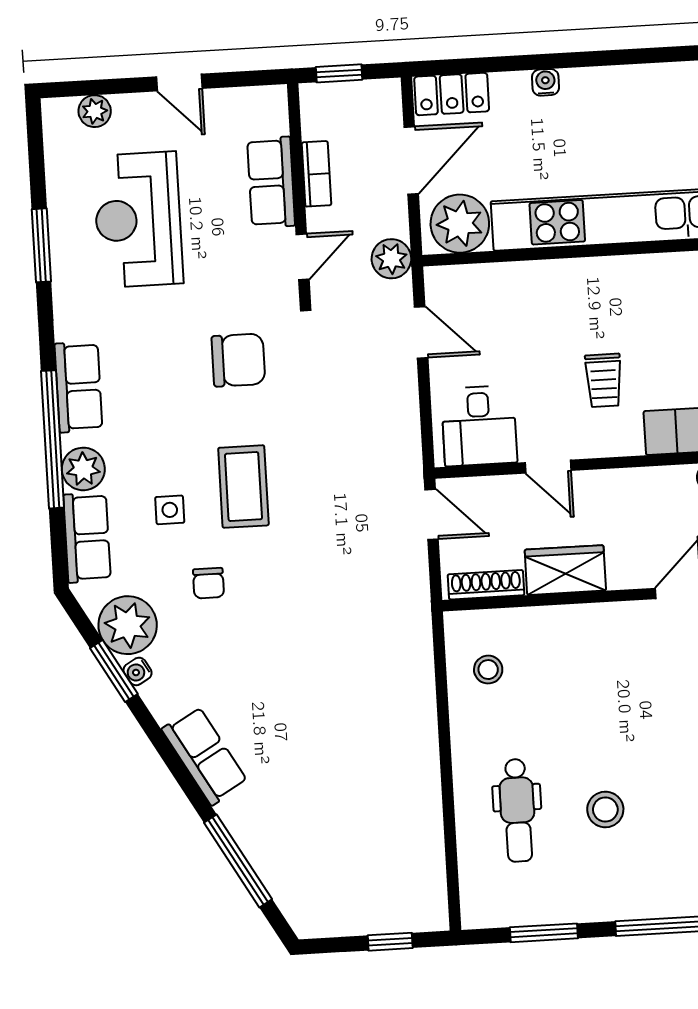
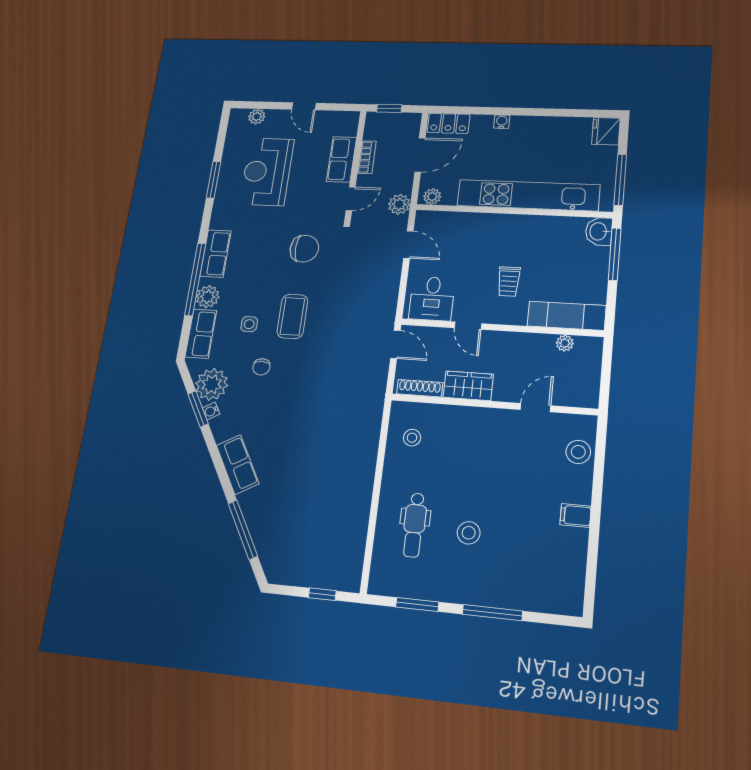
plant: (460, 224) -> (432, 196), width x0.53, depth x0.53

